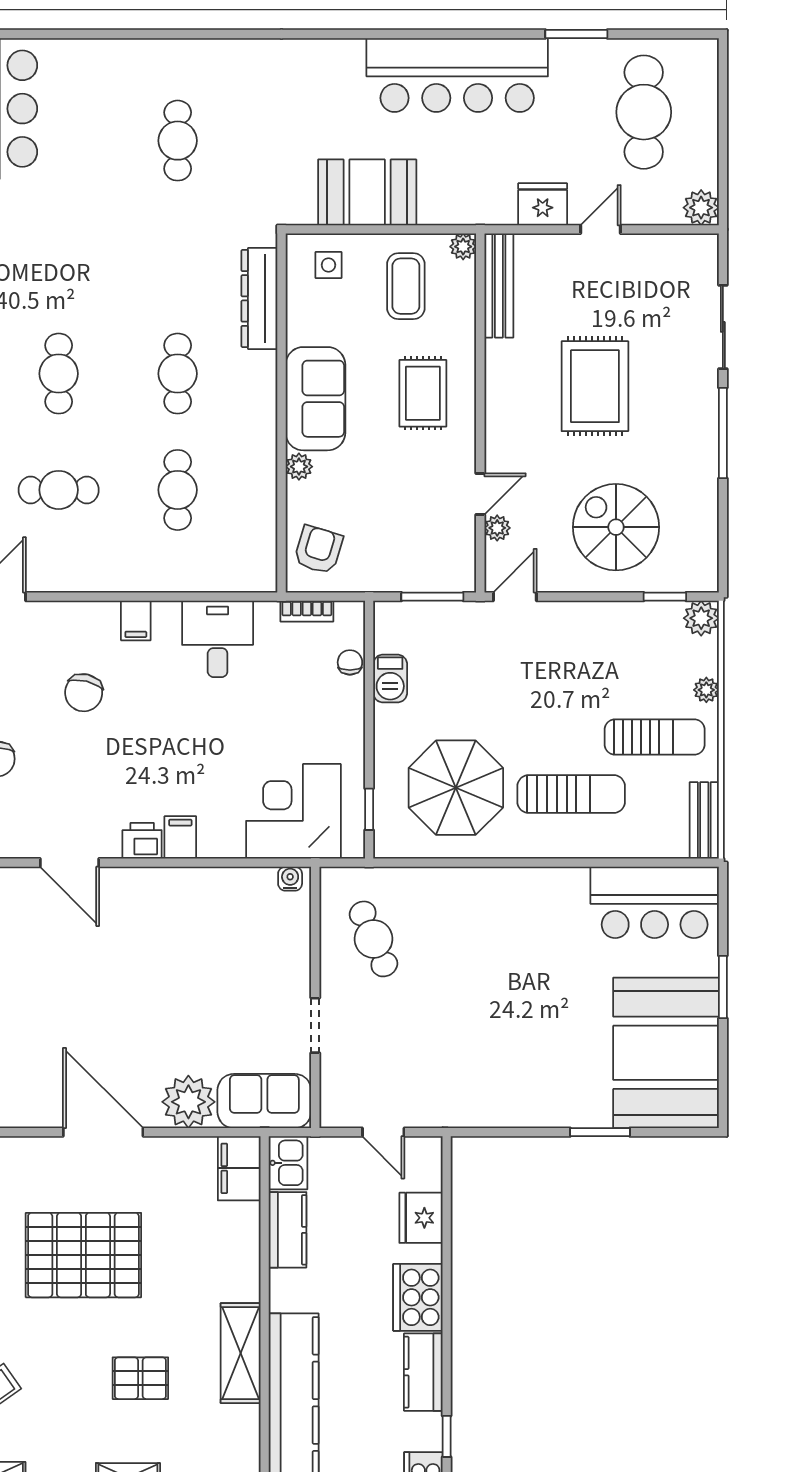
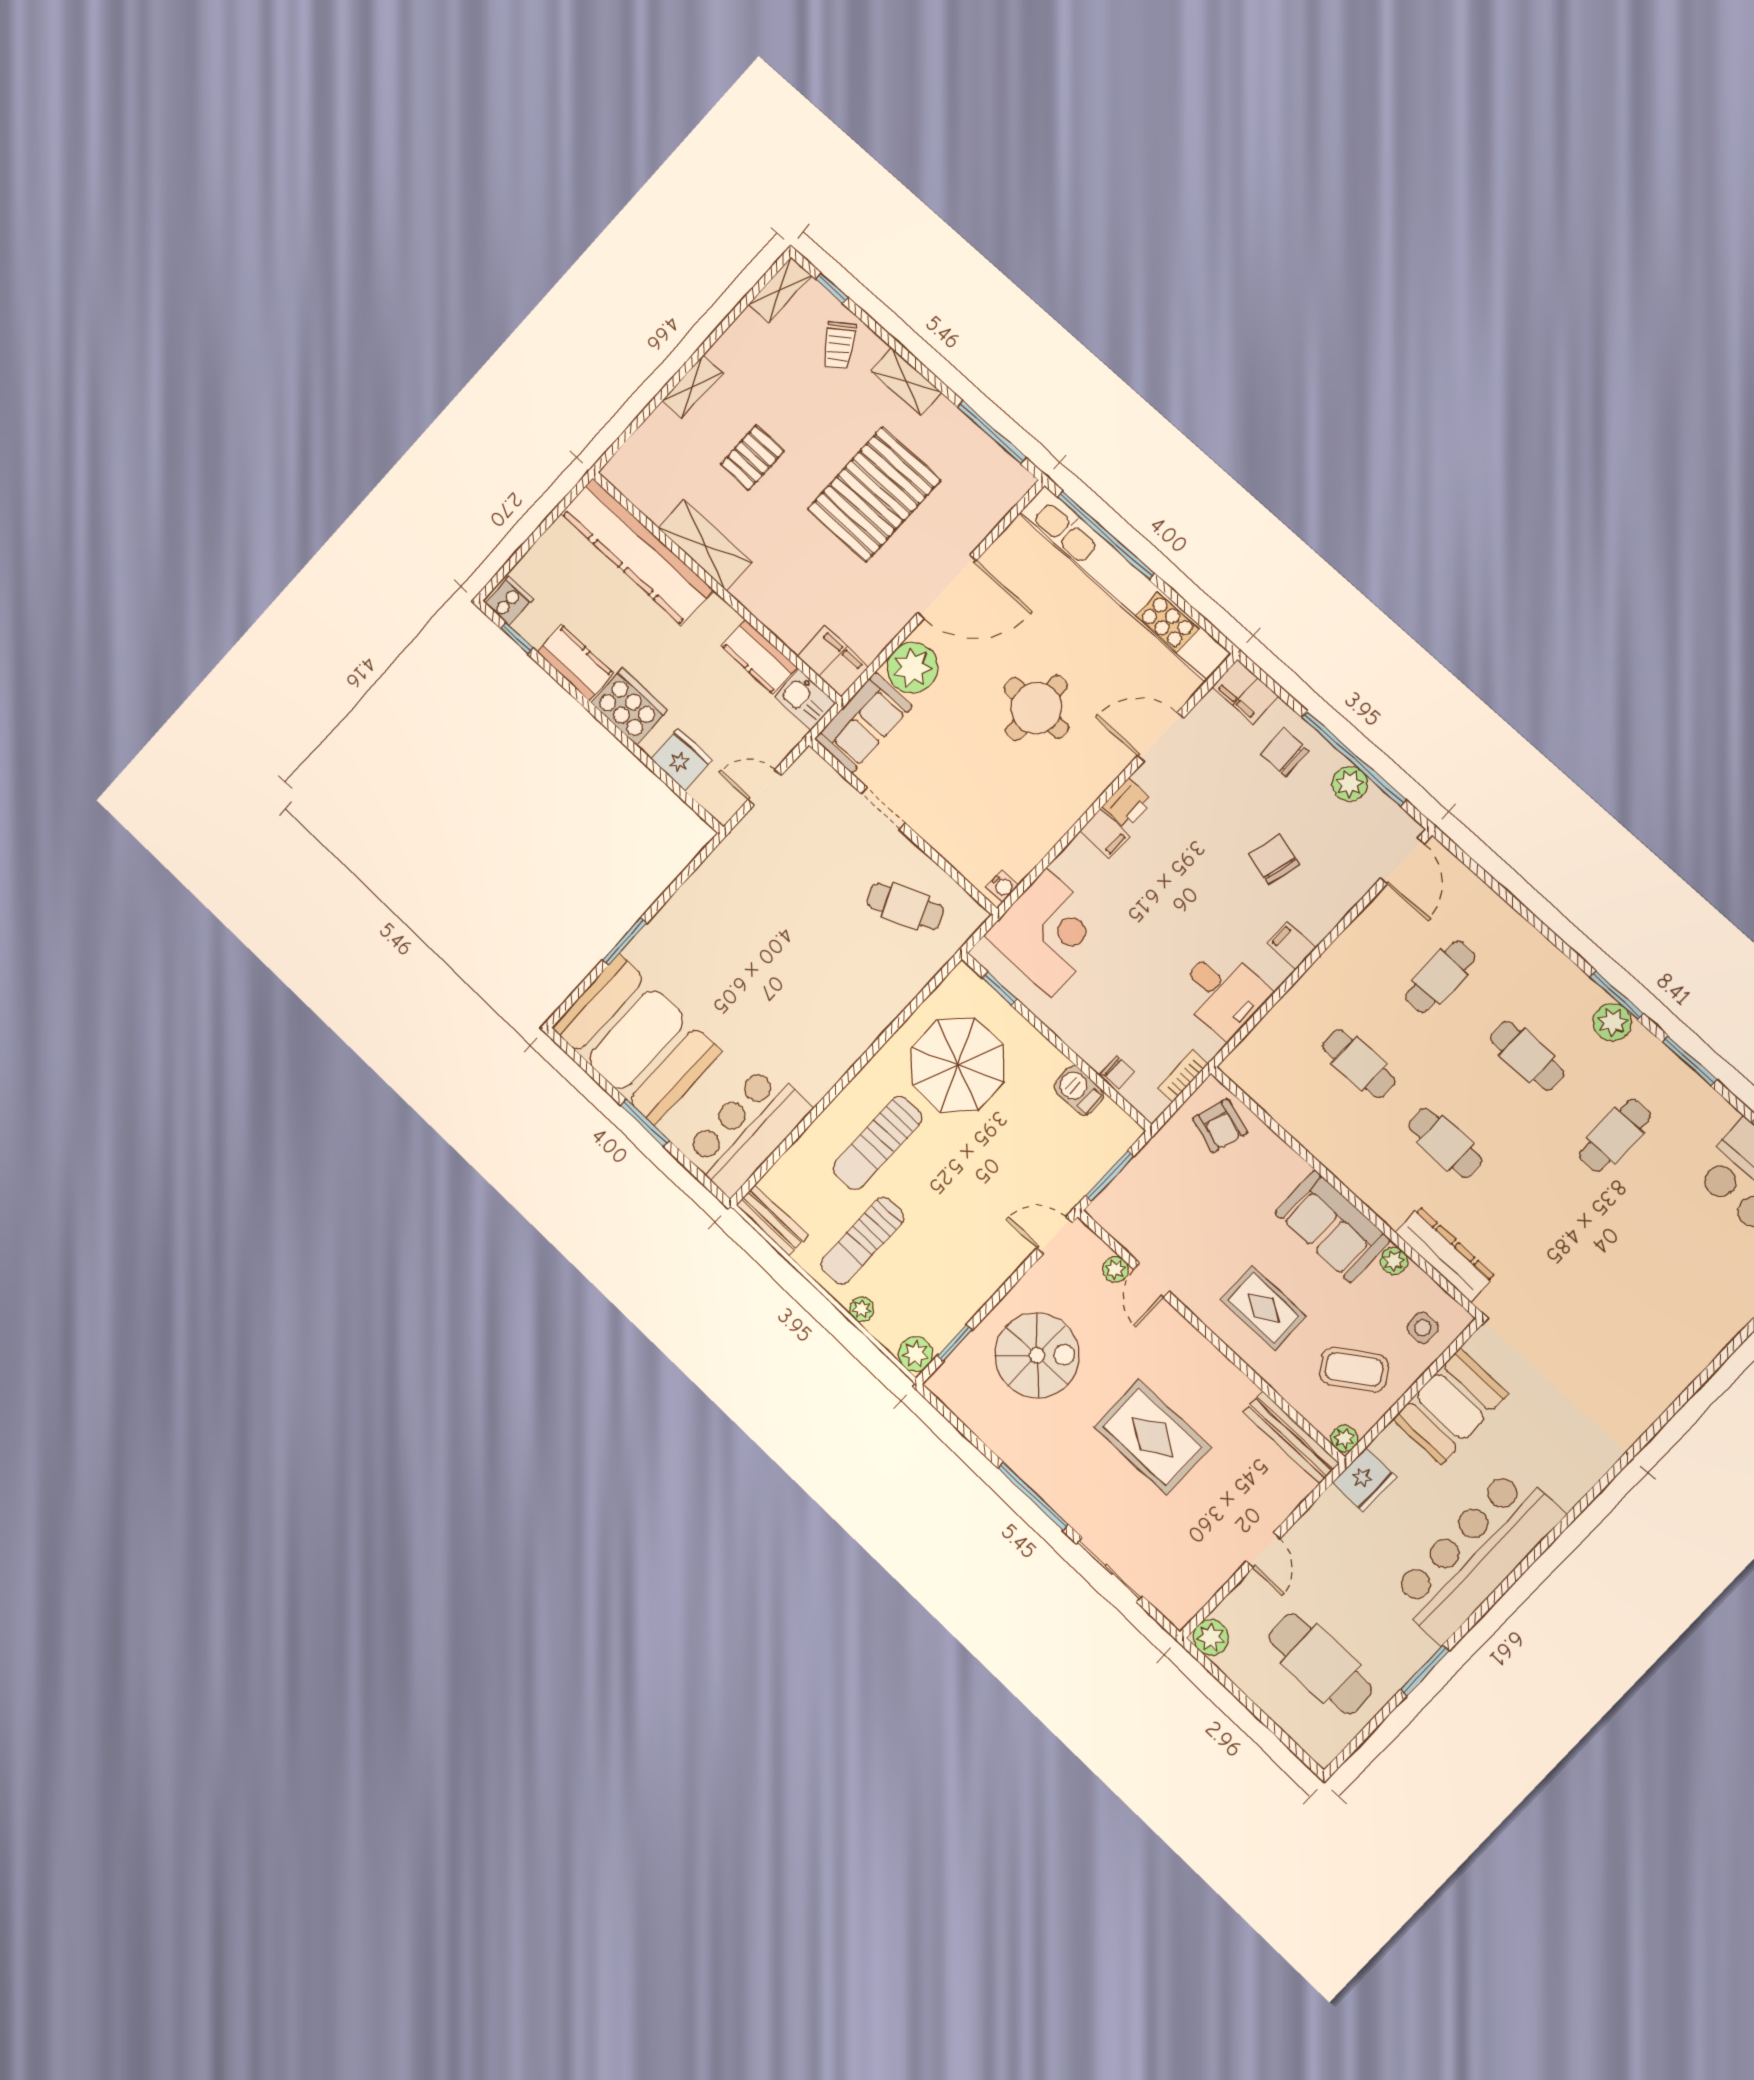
cafe table: (178, 141) -> (1615, 1136), moved, turned 90
fridge: (543, 204) -> (1365, 1480), moved
coffee table: (406, 286) -> (1354, 1370), turned -35
plant: (299, 467) -> (1394, 1261), moved
door: (515, 597) -> (1054, 1236), swing flipped
round table: (133, 977) -> (1036, 708), added

